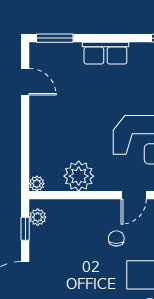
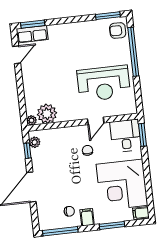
row of seats: (105, 53) -> (32, 34), moved
door: (25, 82) -> (17, 55), hinge flipped
plant: (79, 176) -> (47, 114), moved

